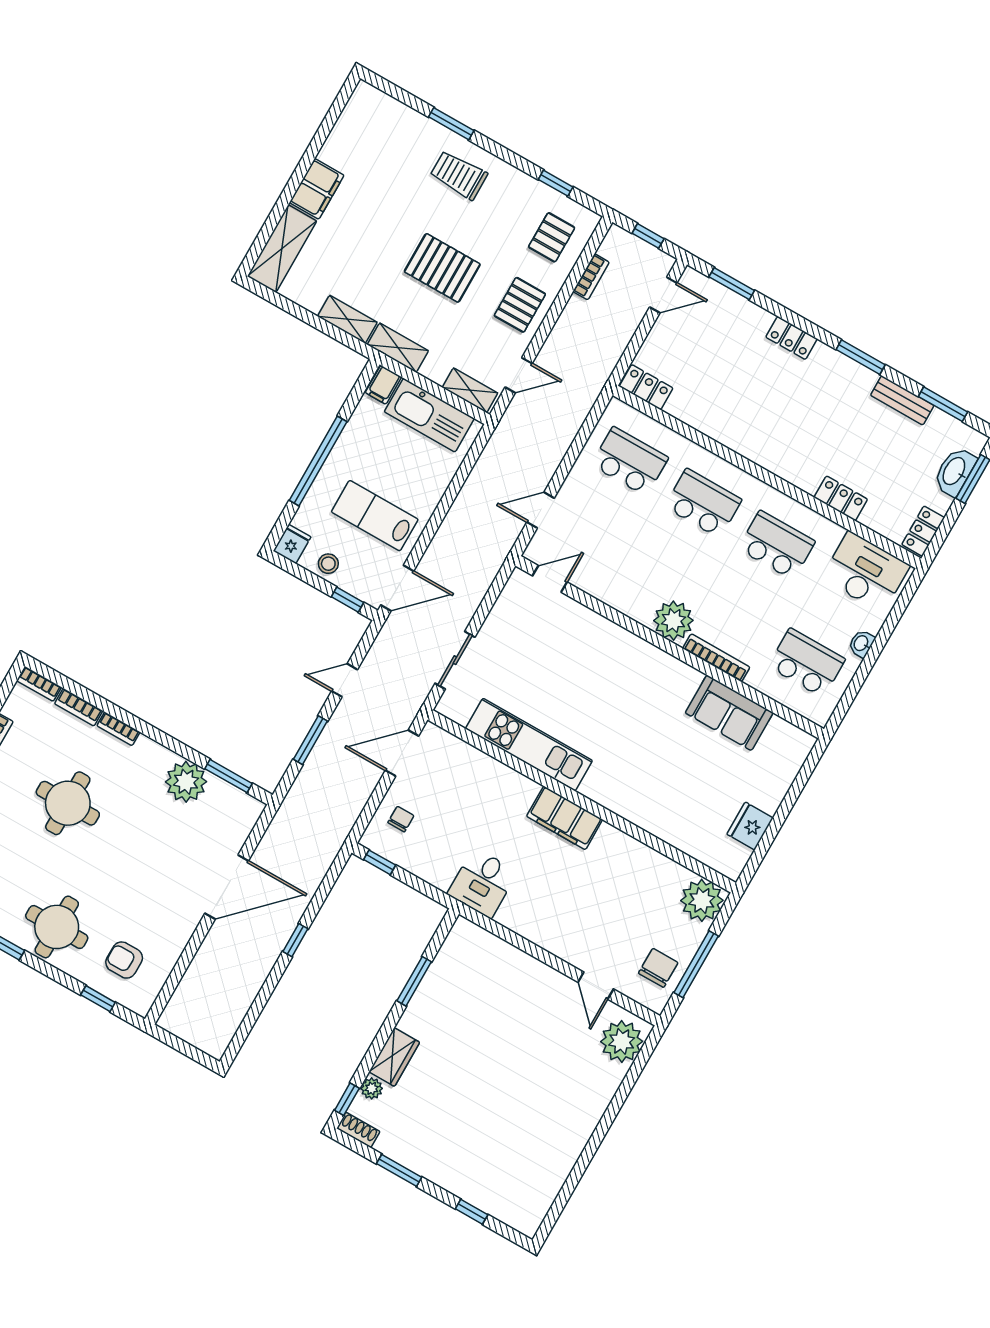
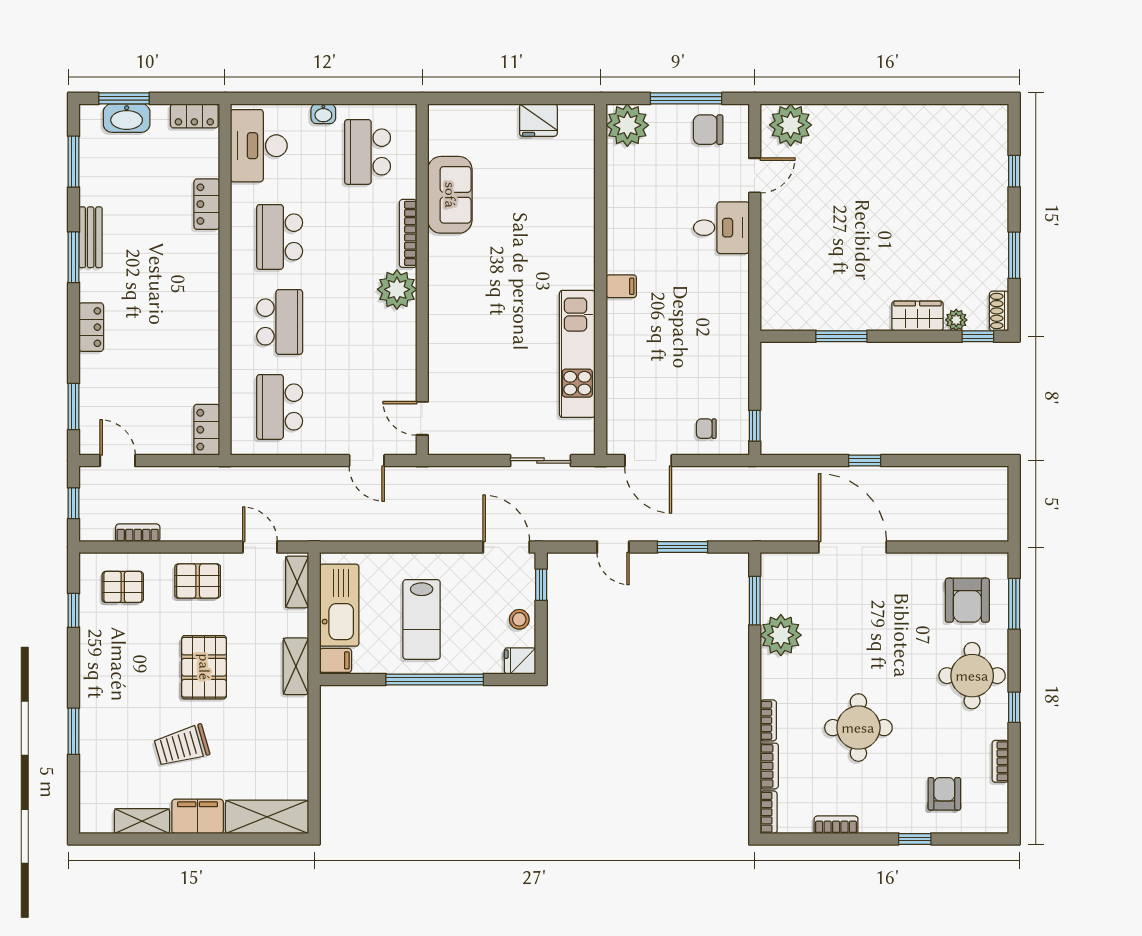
trolley: (459, 175) -> (182, 746), moved, turned 74
shelving: (347, 319) -> (142, 821), moved, turned 90
bench: (902, 400) -> (91, 237), moved
school desk: (703, 503) -> (280, 322), turned 180
lab bench: (375, 516) -> (422, 619), moved
filing cabinet: (565, 818) -> (621, 286), width x0.33, depth x0.86
desk: (482, 883) -> (721, 228), moved
armchair: (124, 960) -> (967, 600), width x1.38, depth x1.38
window: (98, 999) -> (1014, 604), width x1.50

